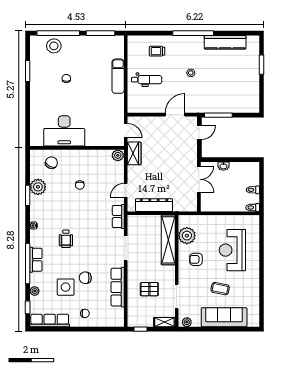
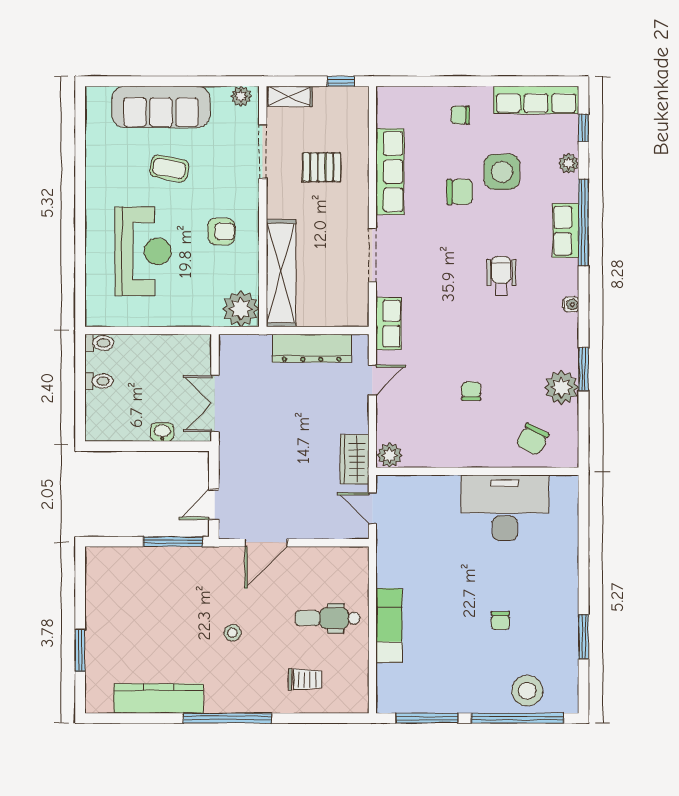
plant: (187, 236) -> (241, 309), moved

